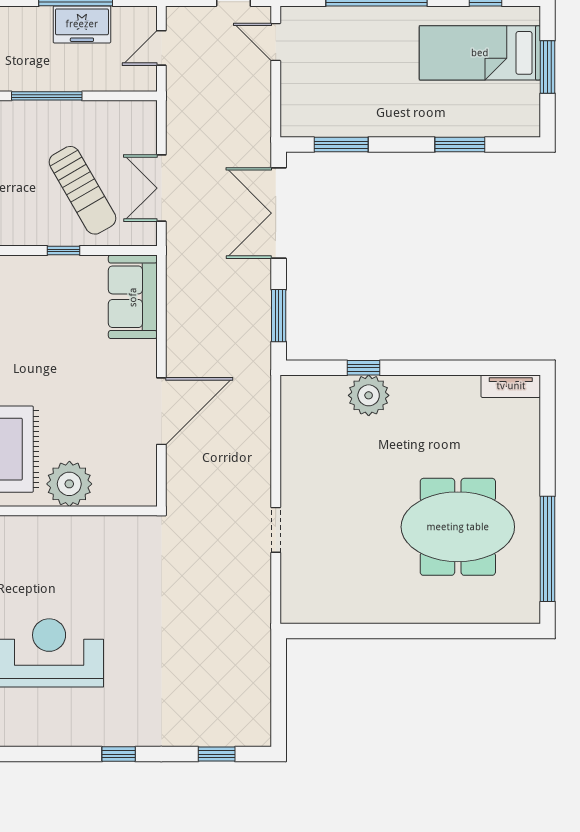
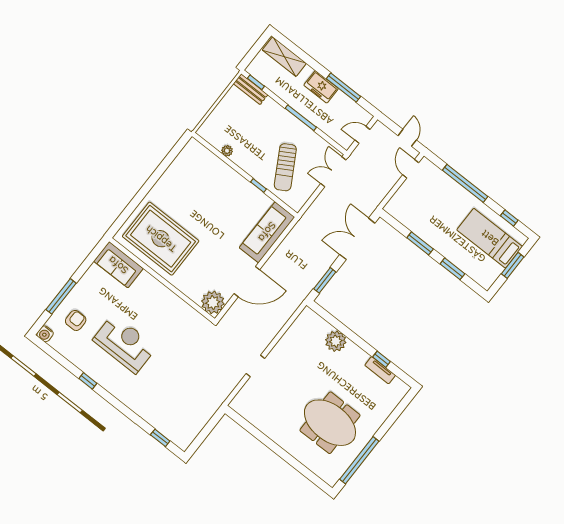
freezer: (82, 24) -> (321, 87), moved
window: (341, 145) -> (420, 243), moved
double door: (161, 188) -> (333, 172), moved
sofa: (133, 297) -> (267, 232), width x1.36
window: (364, 368) -> (381, 359), moved
tv unit: (511, 386) -> (380, 370), moved
plant: (69, 484) -> (213, 302), moved
window: (119, 754) -> (88, 381), moved

